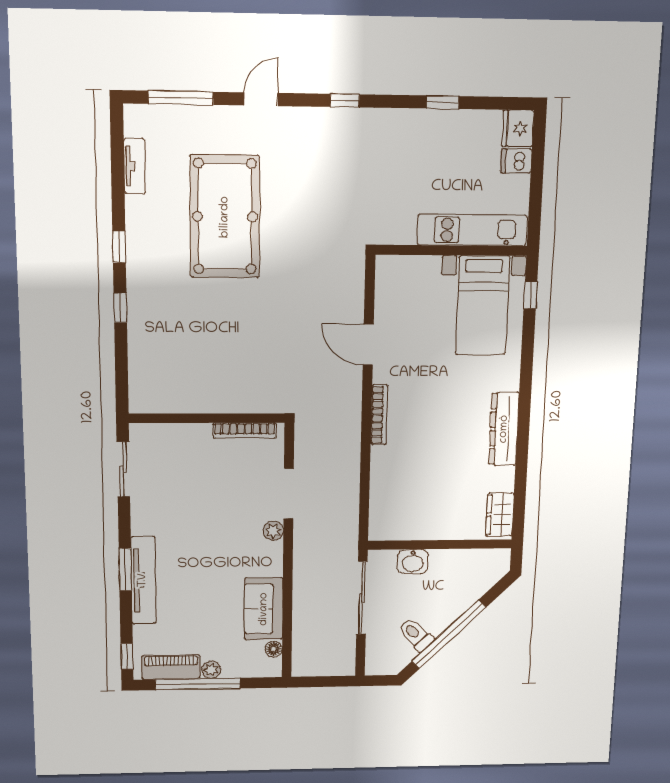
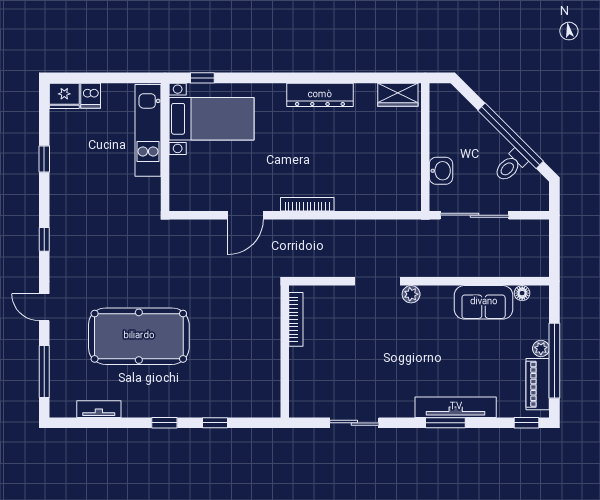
wall: (207, 418) -> (285, 352), moved
bookcase: (245, 431) -> (296, 319), moved

